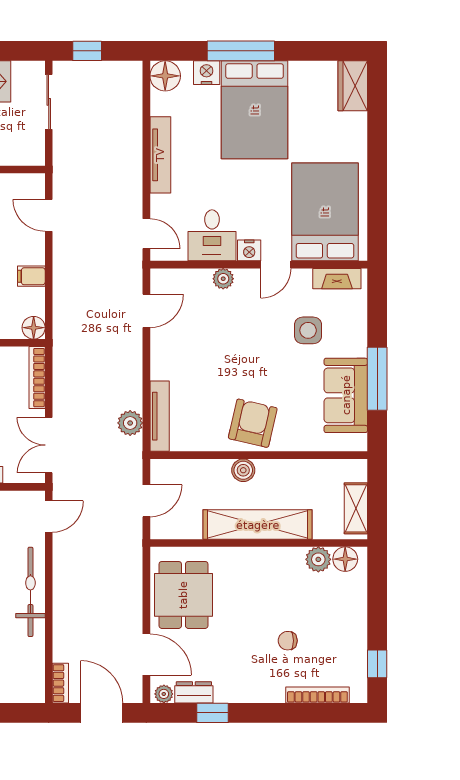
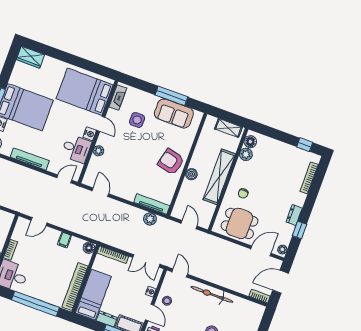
chair: (288, 641) -> (243, 193), moved
dresser: (194, 692) -> (294, 215), moved

